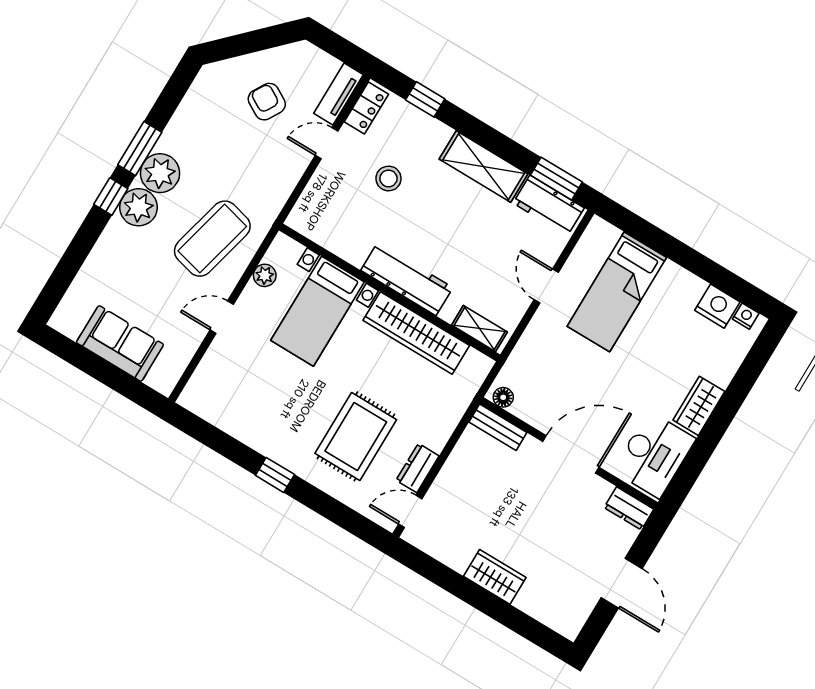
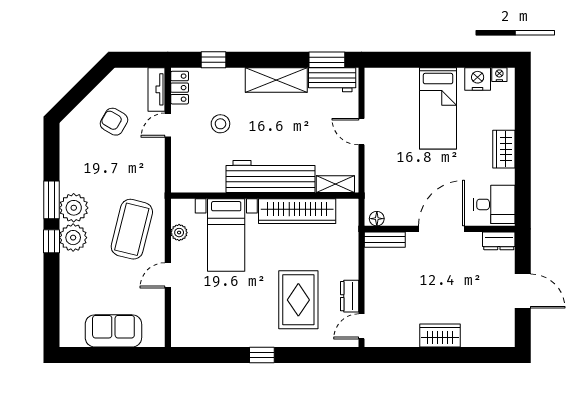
workbench: (407, 279) -> (270, 177), width x1.36, depth x1.32
bed: (617, 292) -> (438, 108), moved
desk: (654, 455) -> (494, 204), width x0.73

